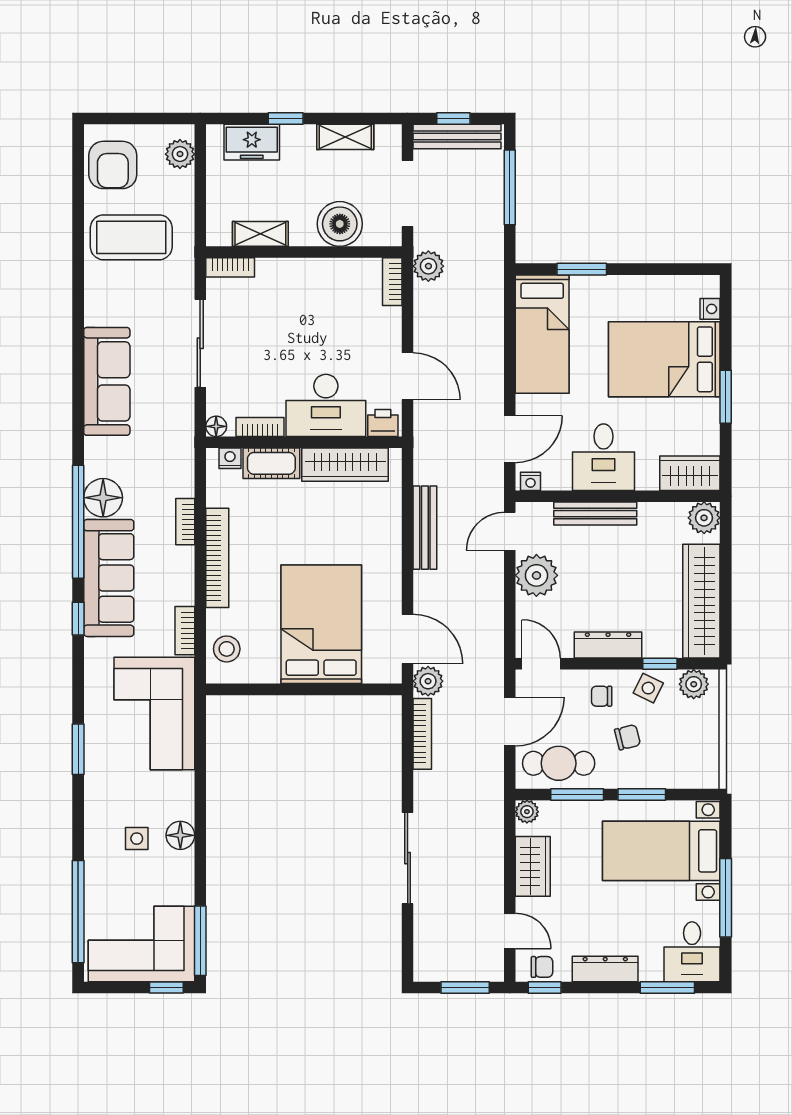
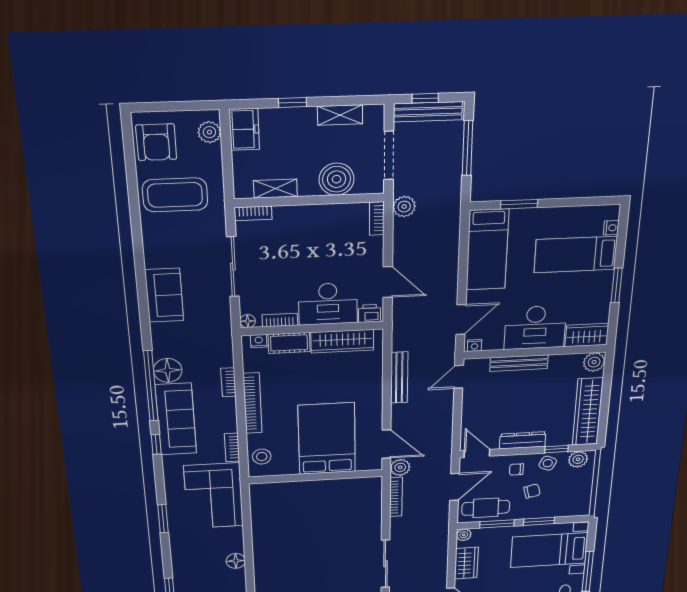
freezer: (252, 142) -> (244, 129), moved, turned -90
bed: (664, 359) -> (576, 255), width x0.67
sofa: (107, 381) -> (164, 295), width x0.73
desk: (604, 457) -> (535, 328), width x1.37
plant: (536, 575) -> (476, 402), removed
side table: (137, 839) -> (207, 564), removed

